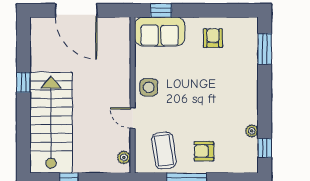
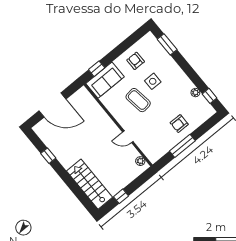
window: (23, 82) -> (48, 156), moved
side table: (149, 87) -> (153, 81), moved
stairs: (51, 123) -> (89, 184), width x0.73, depth x0.66
coffee table: (164, 150) -> (138, 100), moved

